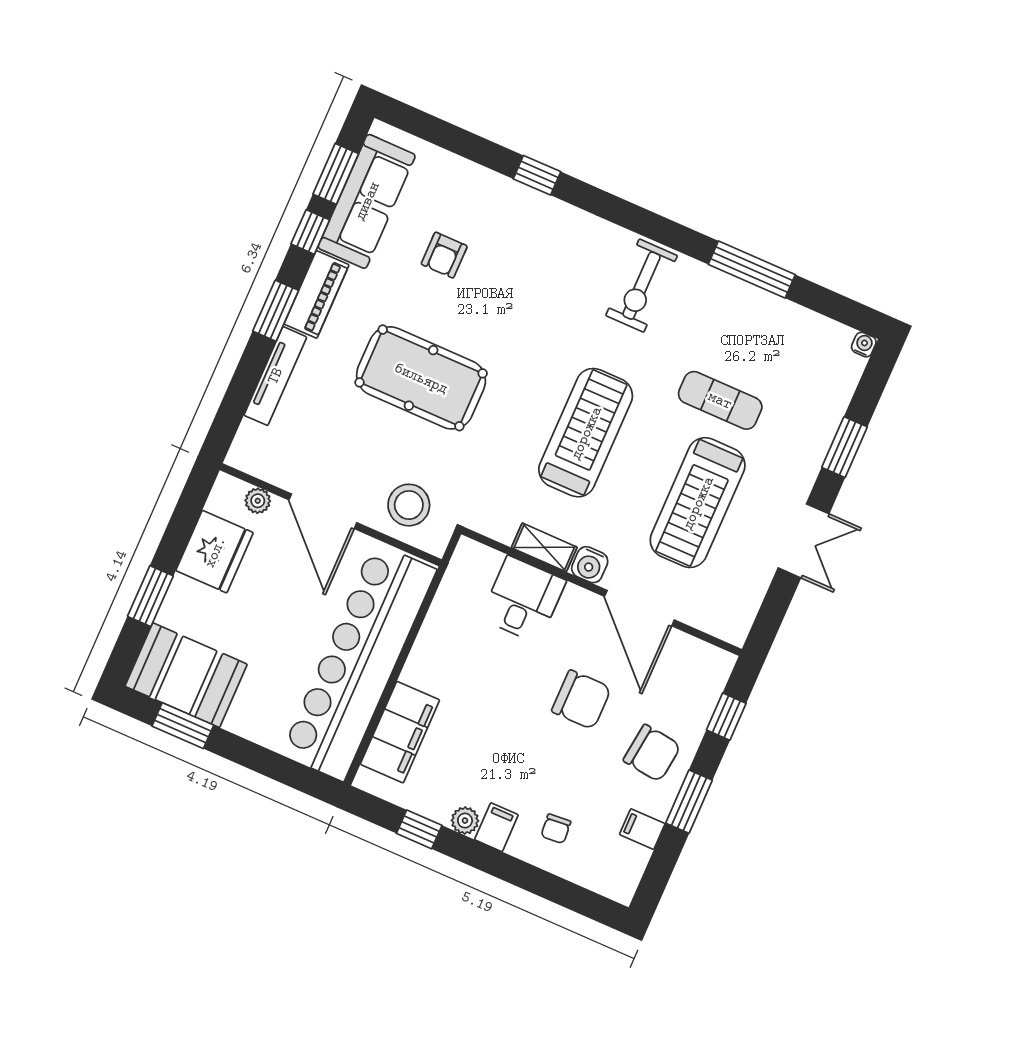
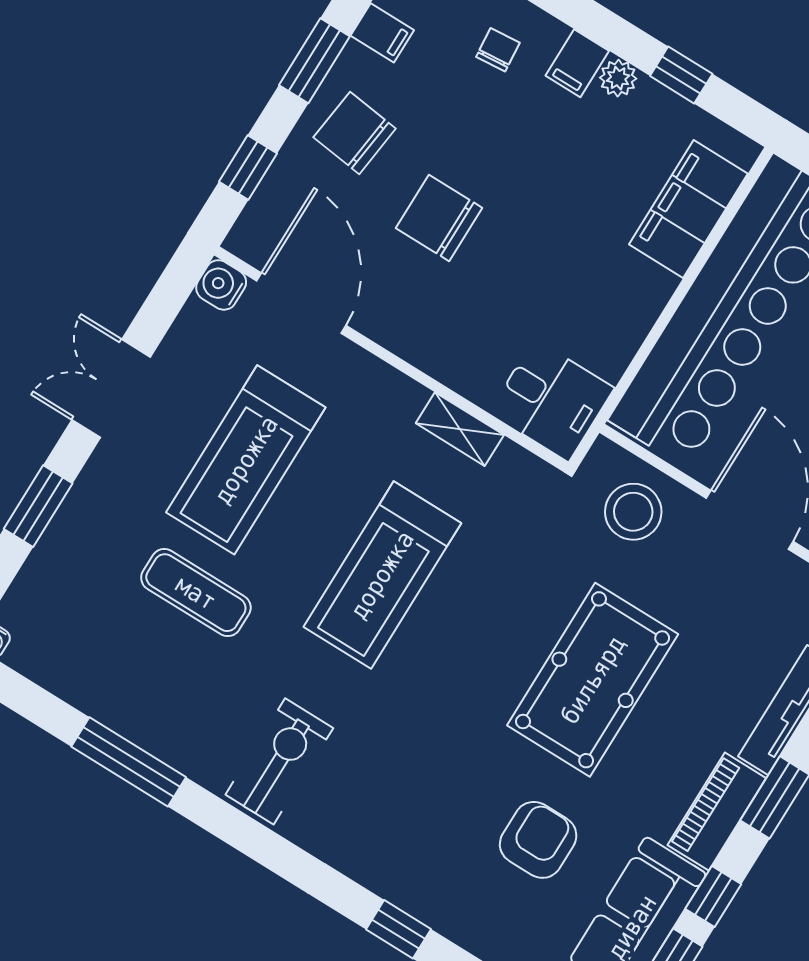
armchair: (444, 255) -> (538, 840), width x1.38, depth x1.38
pool table: (421, 378) -> (593, 680), turned 90
treadmill: (698, 503) -> (246, 460), turned 180
water cooler: (590, 565) -> (221, 285), moved, turned -90
desk: (523, 600) -> (551, 400), moved, turned -90
door: (639, 608) -> (301, 303), moved

